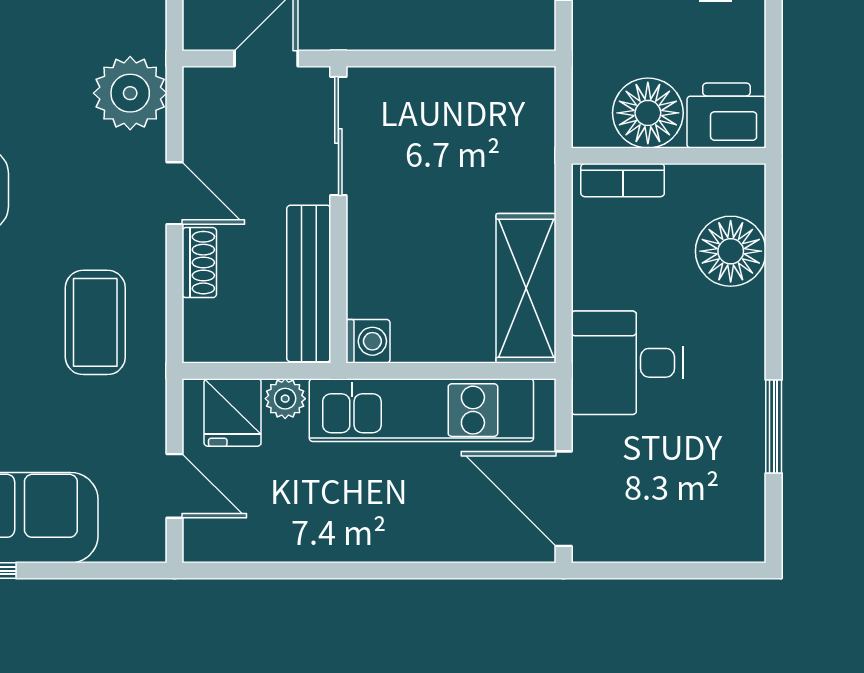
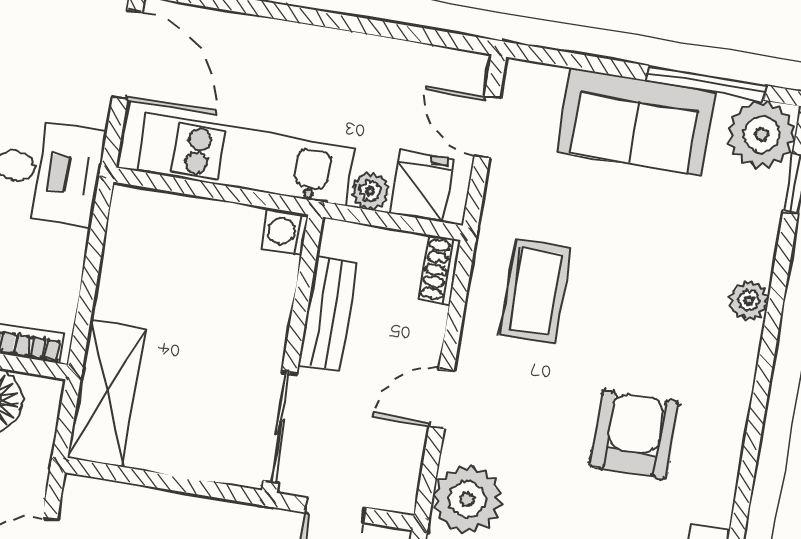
door: (175, 193) -> (441, 399), hinge flipped
shoe rack: (199, 263) -> (439, 270), moved
bench: (309, 284) -> (327, 314), width x0.73
shelving: (526, 288) -> (107, 393), moved

